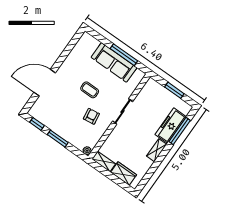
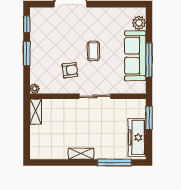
plant: (92, 43) -> (139, 23), added
window: (174, 90) -> (149, 118), moved
freezer: (171, 126) -> (137, 138), moved, turned -90
wardrobe: (124, 174) -> (37, 138), removed

